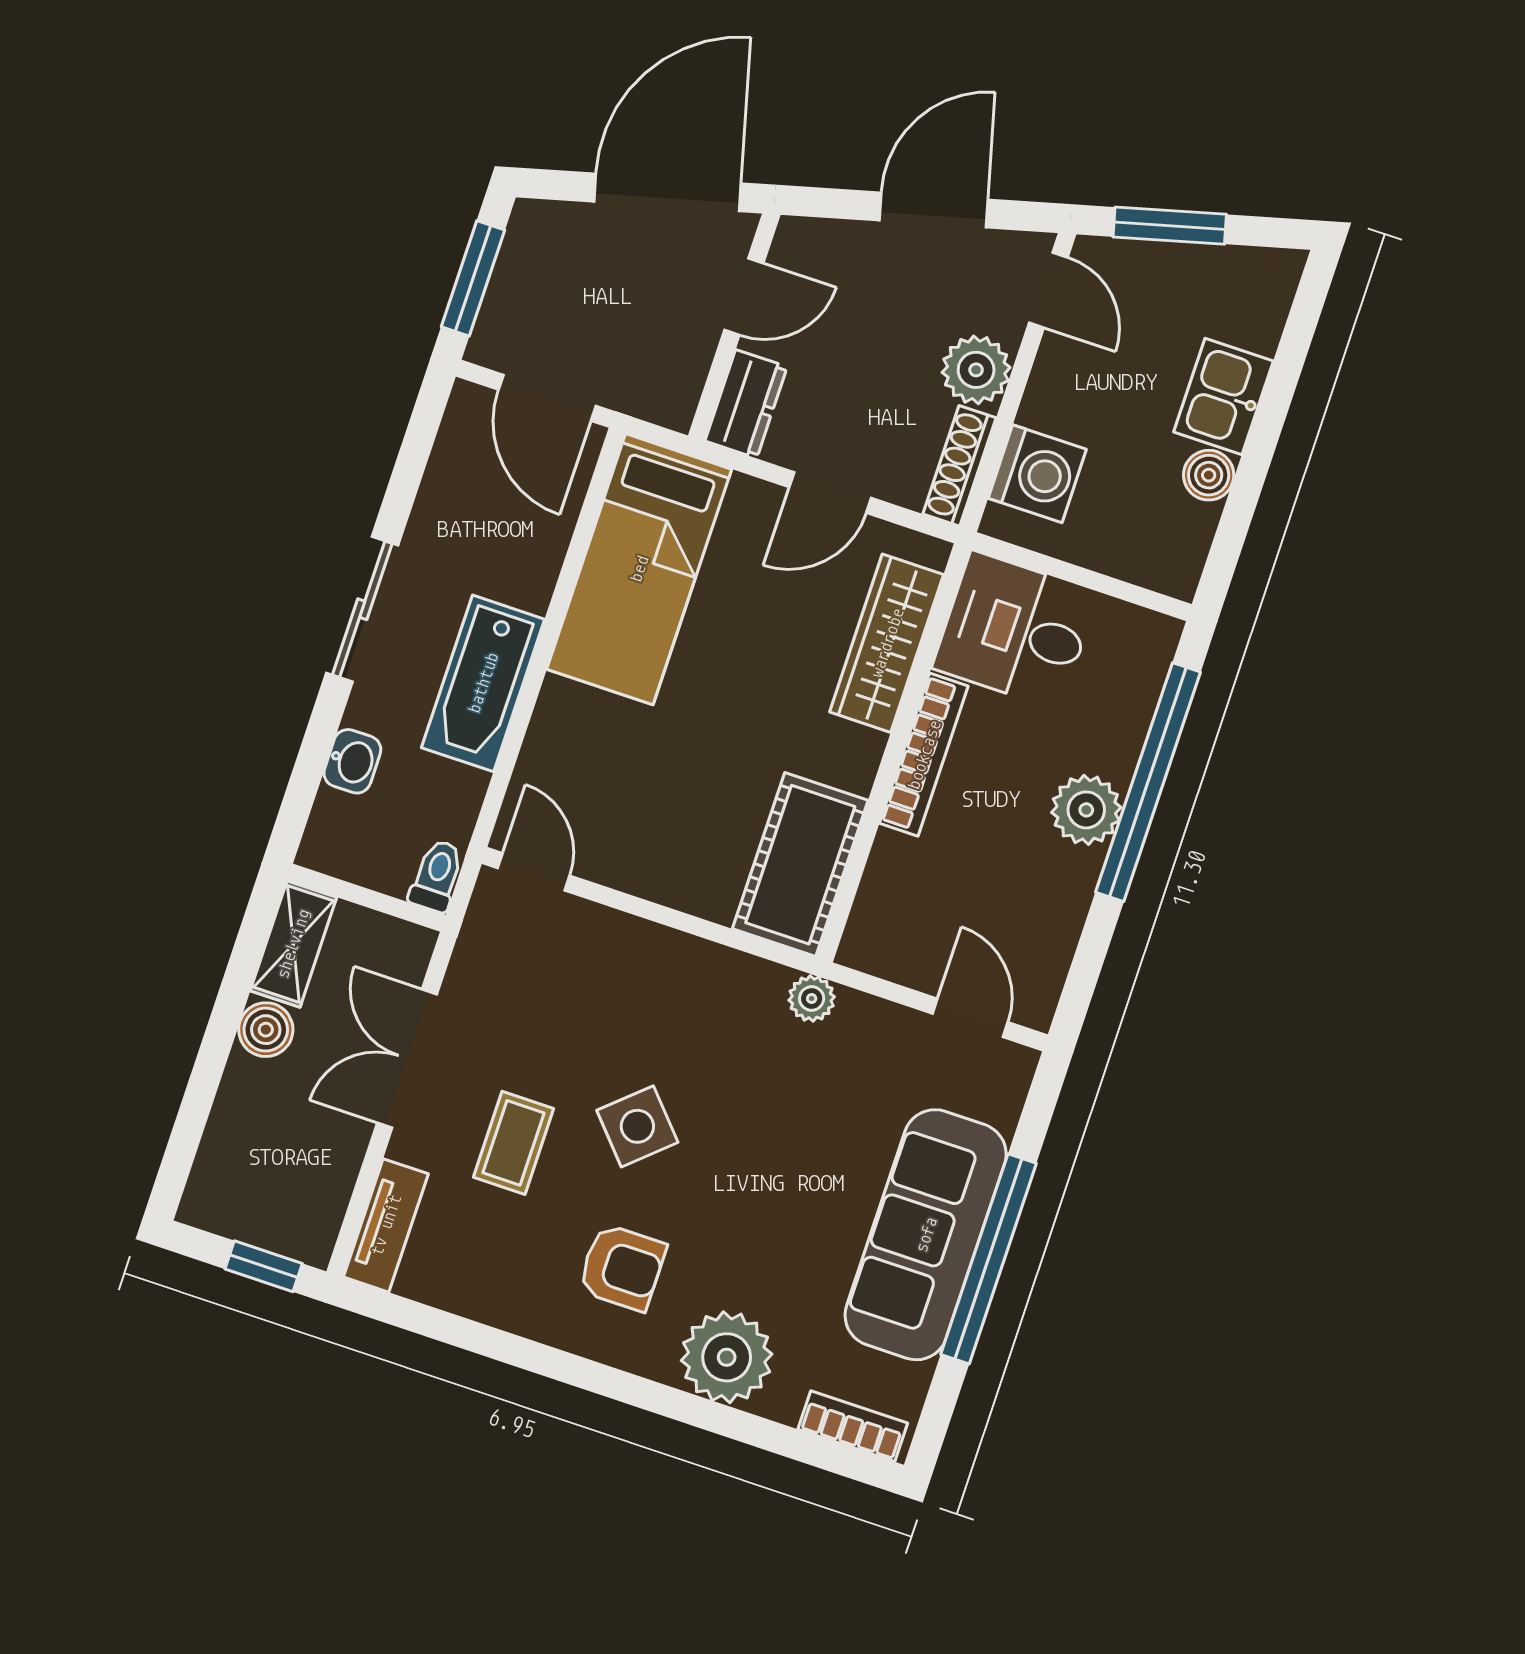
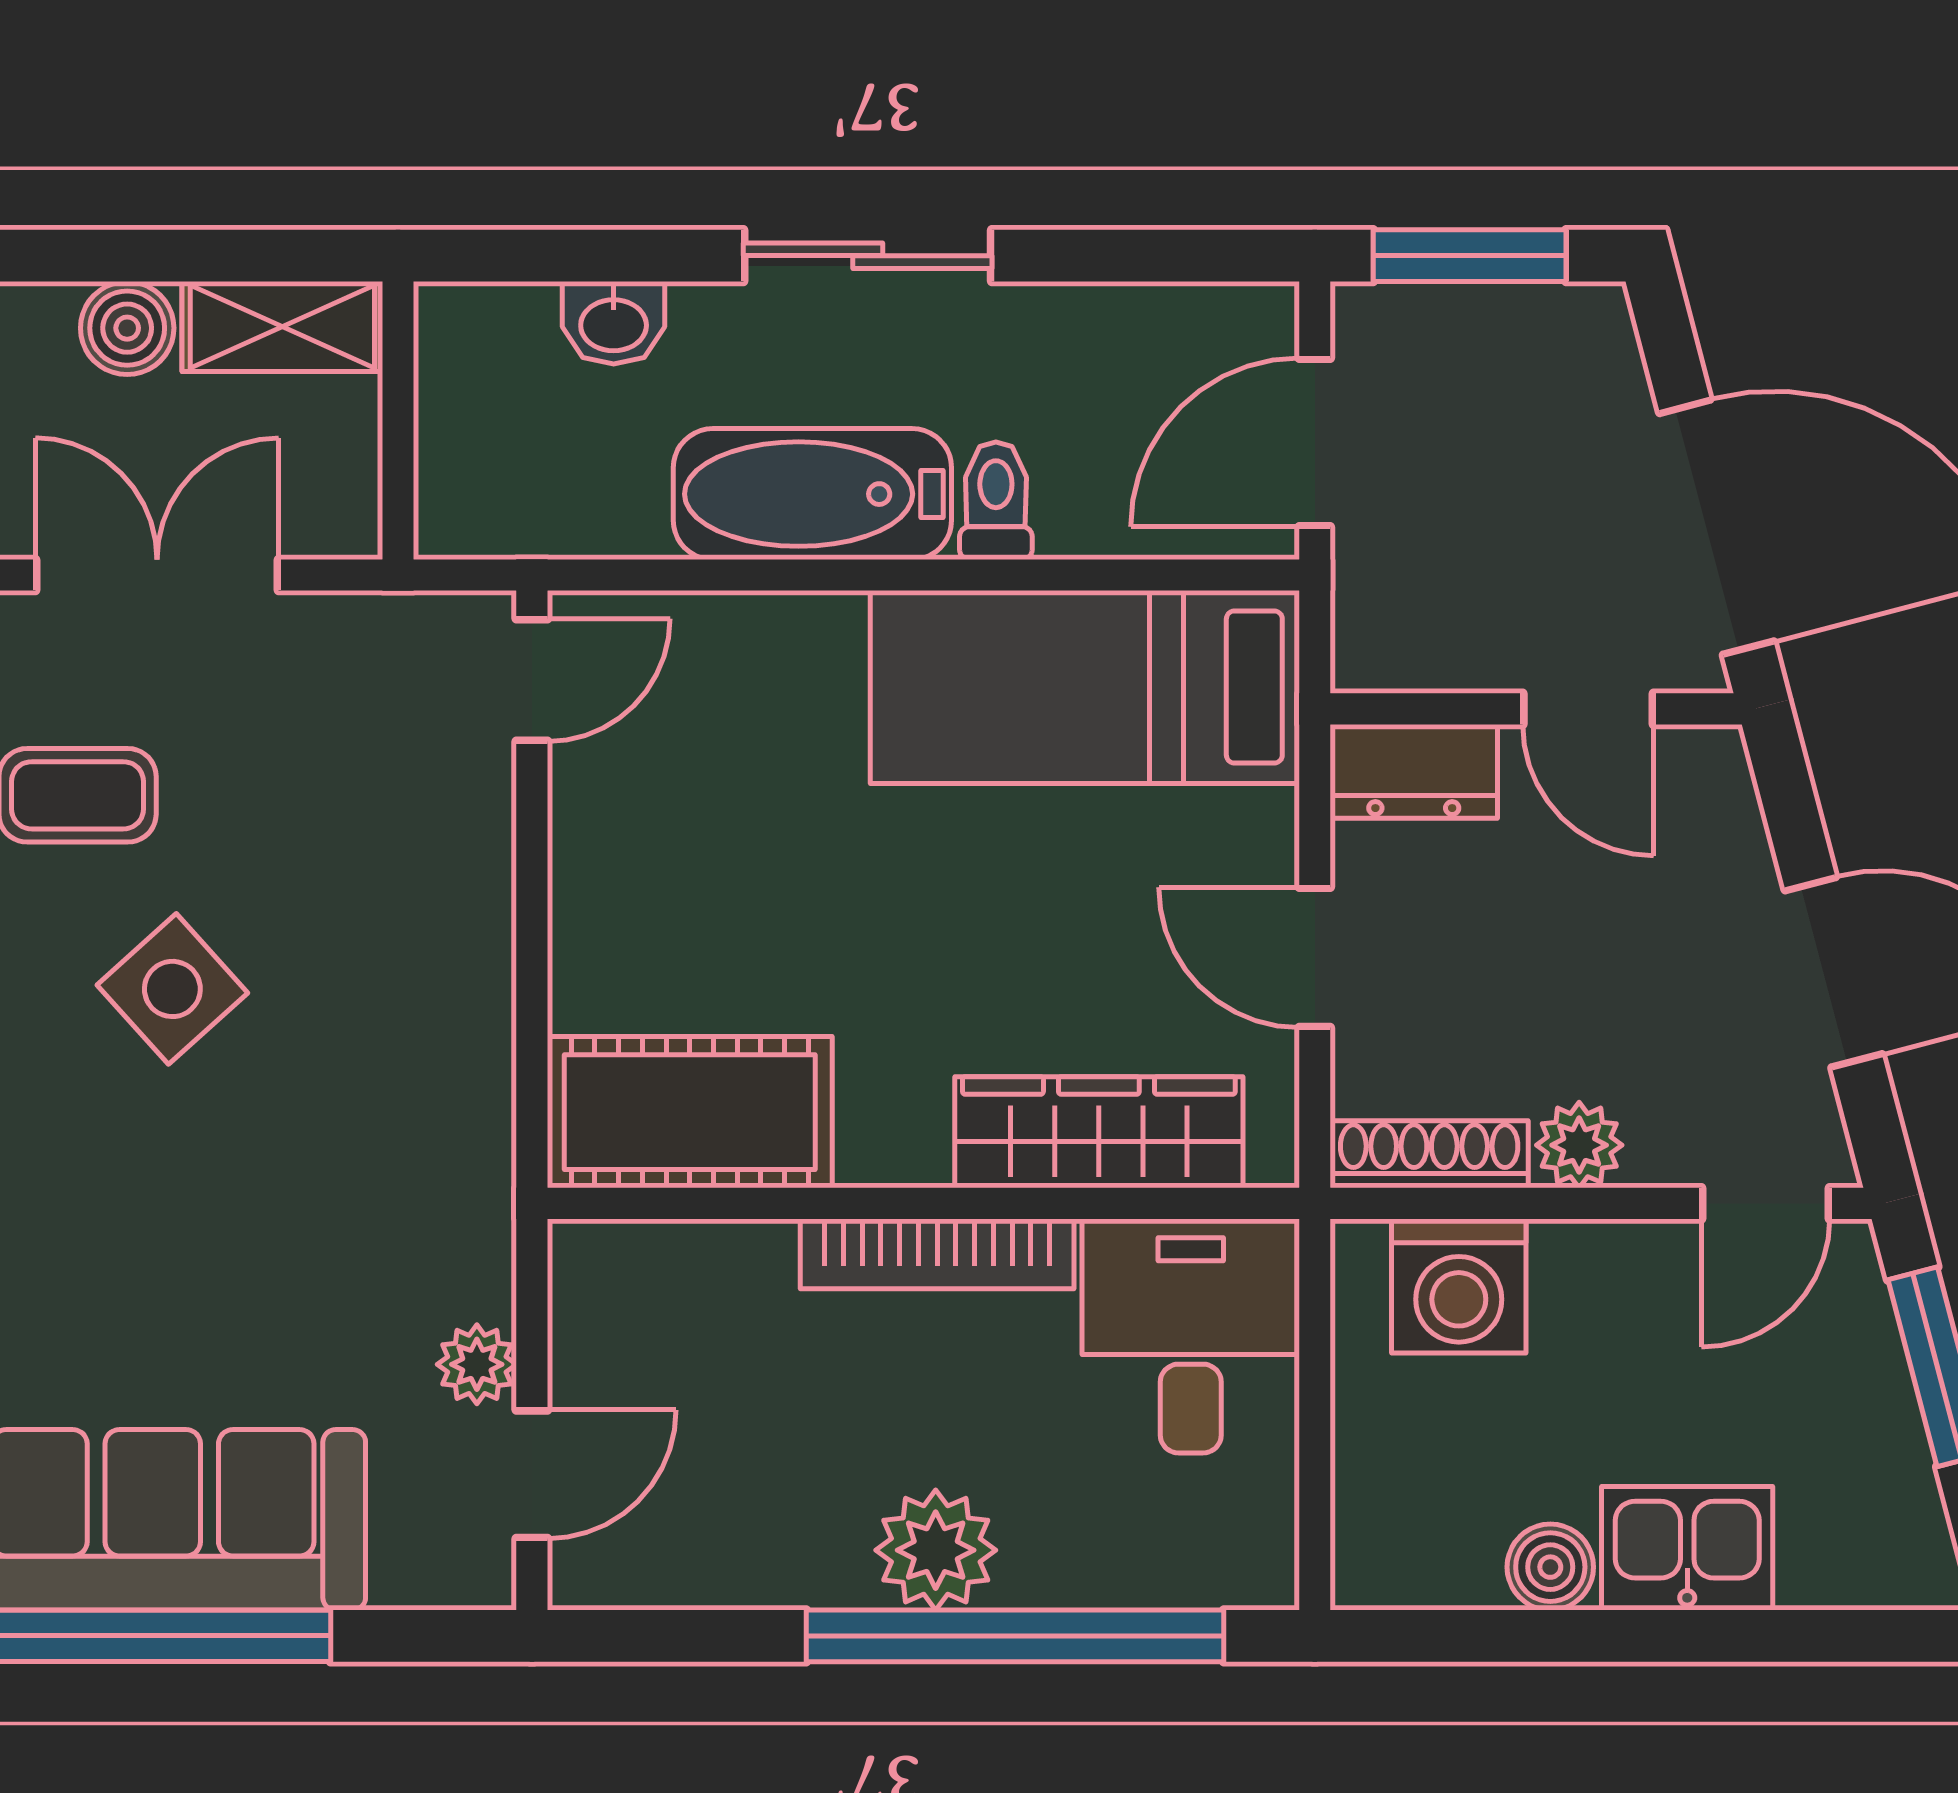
plant: (976, 370) -> (1579, 1145), width x0.73, depth x0.73
toilet: (437, 876) -> (996, 501), moved, turned -90
plant: (812, 998) -> (477, 1364), moved

